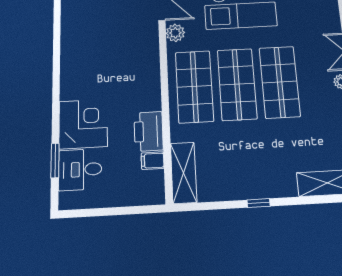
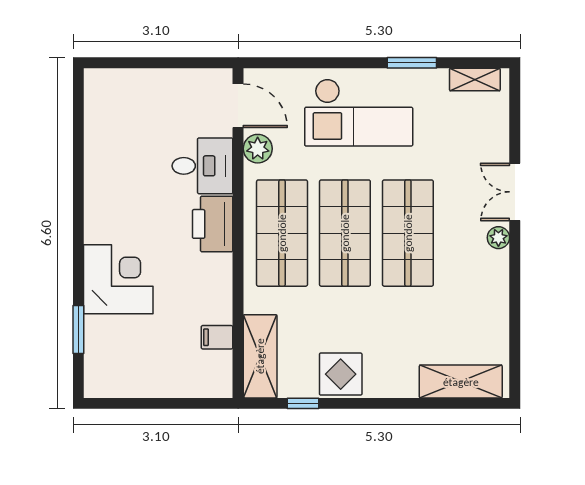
printer: (149, 131) -> (213, 224), moved
desk: (80, 170) -> (202, 166), moved, turned 180
display table: (241, 182) -> (341, 374), added
window: (258, 203) -> (303, 403), moved

